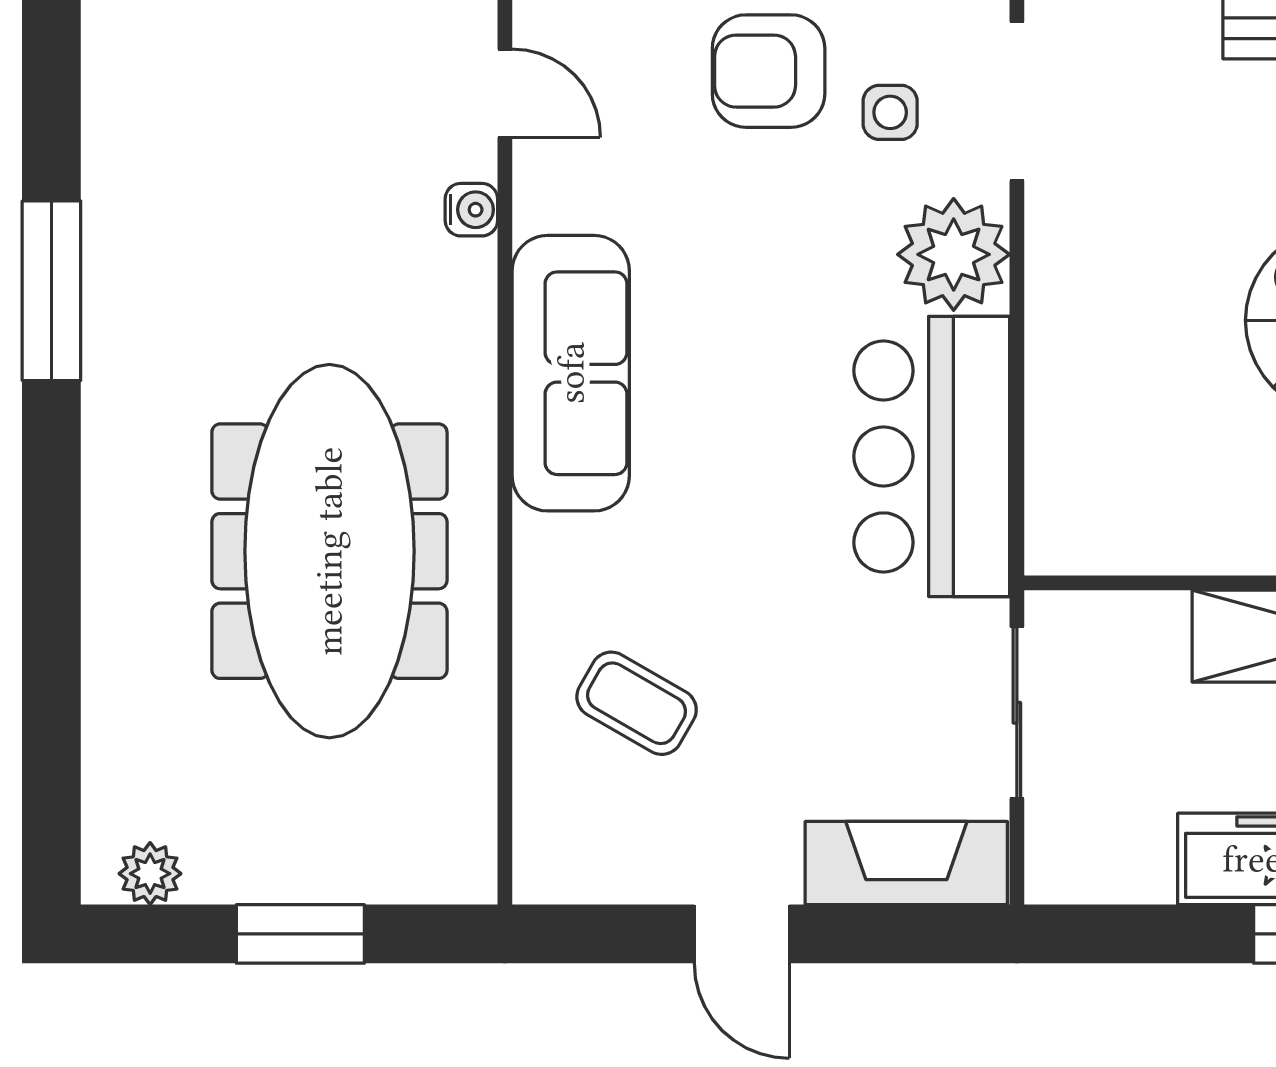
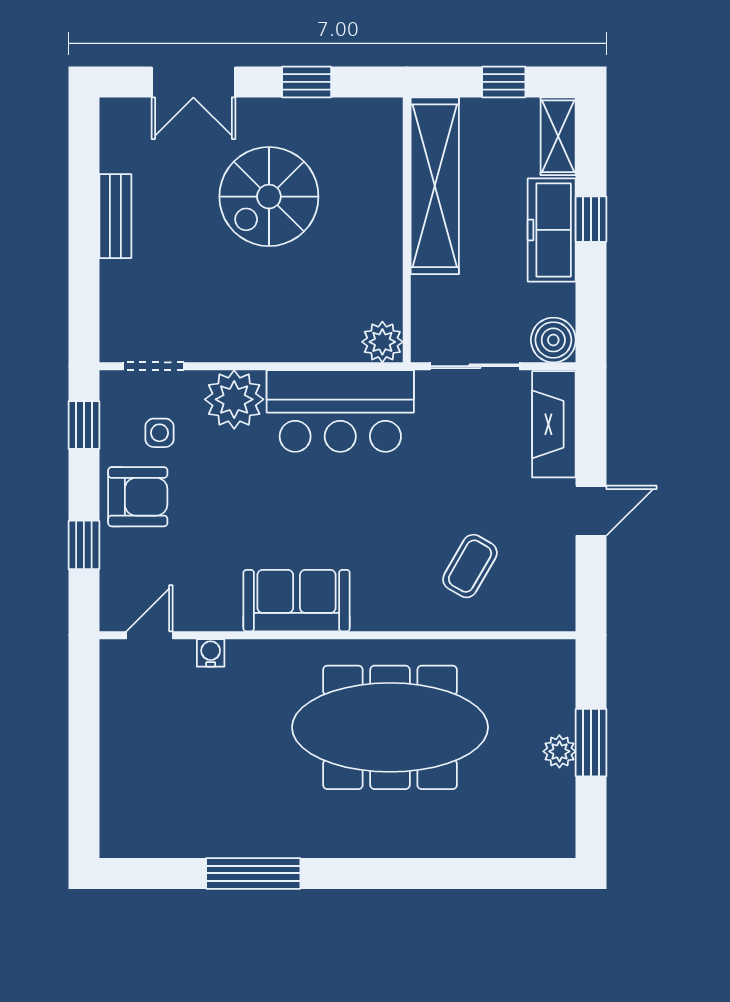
armchair: (769, 71) -> (138, 497), turned -90
doorway: (1017, 101) -> (154, 366), width x0.73
sofa: (571, 373) -> (297, 601), width x0.73
plant: (1063, 537) -> (382, 342), added
boiler: (1067, 862) -> (553, 340), added
plant: (150, 874) -> (559, 751), moved

